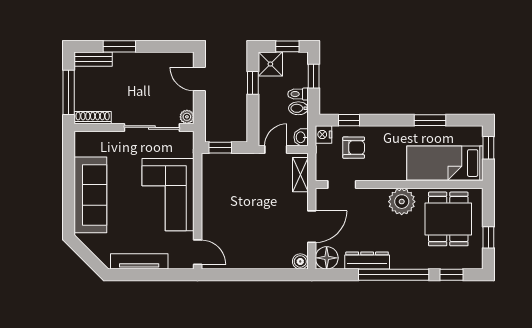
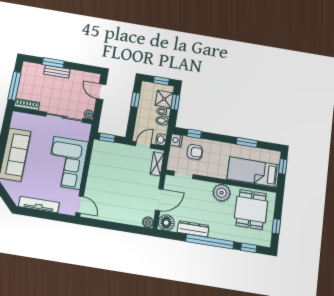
bench: (93, 59) -> (57, 72), moved
shower: (270, 64) -> (164, 99), moved

